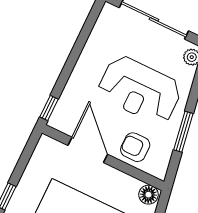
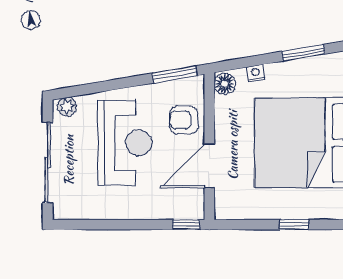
window: (183, 132) -> (174, 74), moved
armchair: (135, 147) -> (184, 120), turned 90

